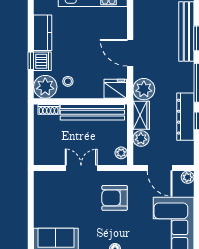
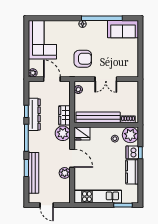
plant: (141, 139) -> (65, 173), moved

